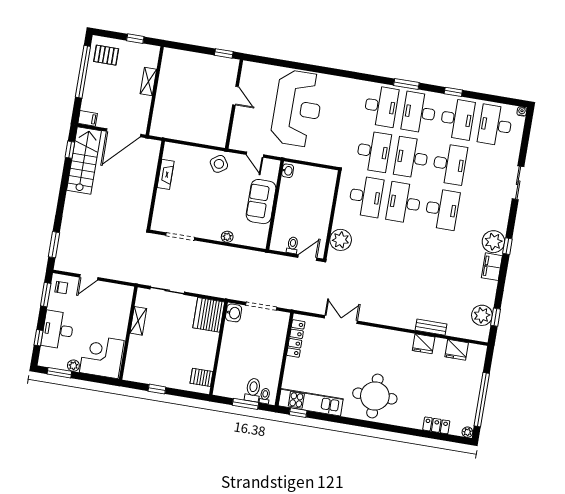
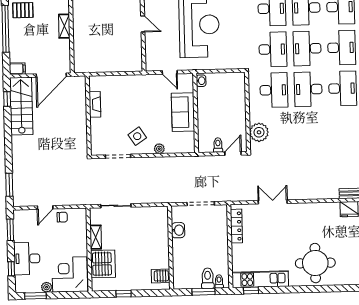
side table: (219, 164) -> (137, 136), moved
chair: (61, 288) -> (62, 217), moved
washbasin: (234, 313) -> (178, 230), moved
server rack: (209, 315) -> (103, 264), moved, turned 180

